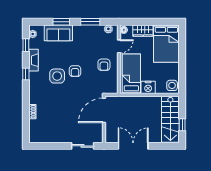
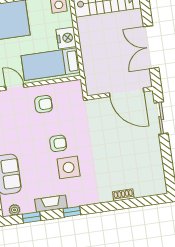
door: (104, 110) -> (127, 92), moved

